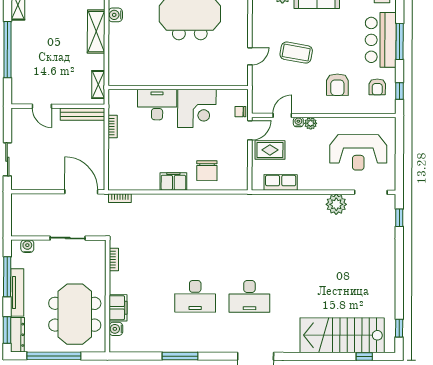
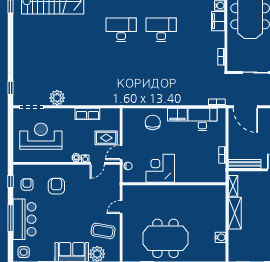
shelving: (96, 32) -> (235, 213), moved
coffee table: (296, 53) -> (103, 231), moved
desk: (157, 105) -> (202, 119), moved, turned 180
row of seats: (281, 182) -> (87, 114), moved

